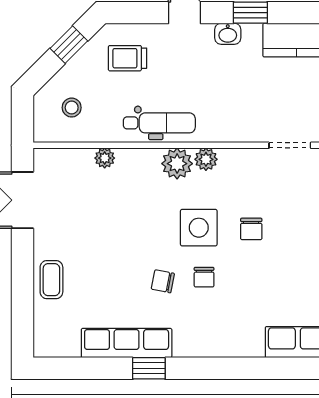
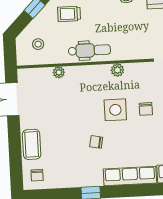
plant: (177, 164) -> (101, 73), removed
chair: (204, 277) -> (37, 175), moved
coffee table: (51, 280) -> (32, 144), width x1.36, depth x1.30
row of seats: (127, 343) -> (130, 176), moved

